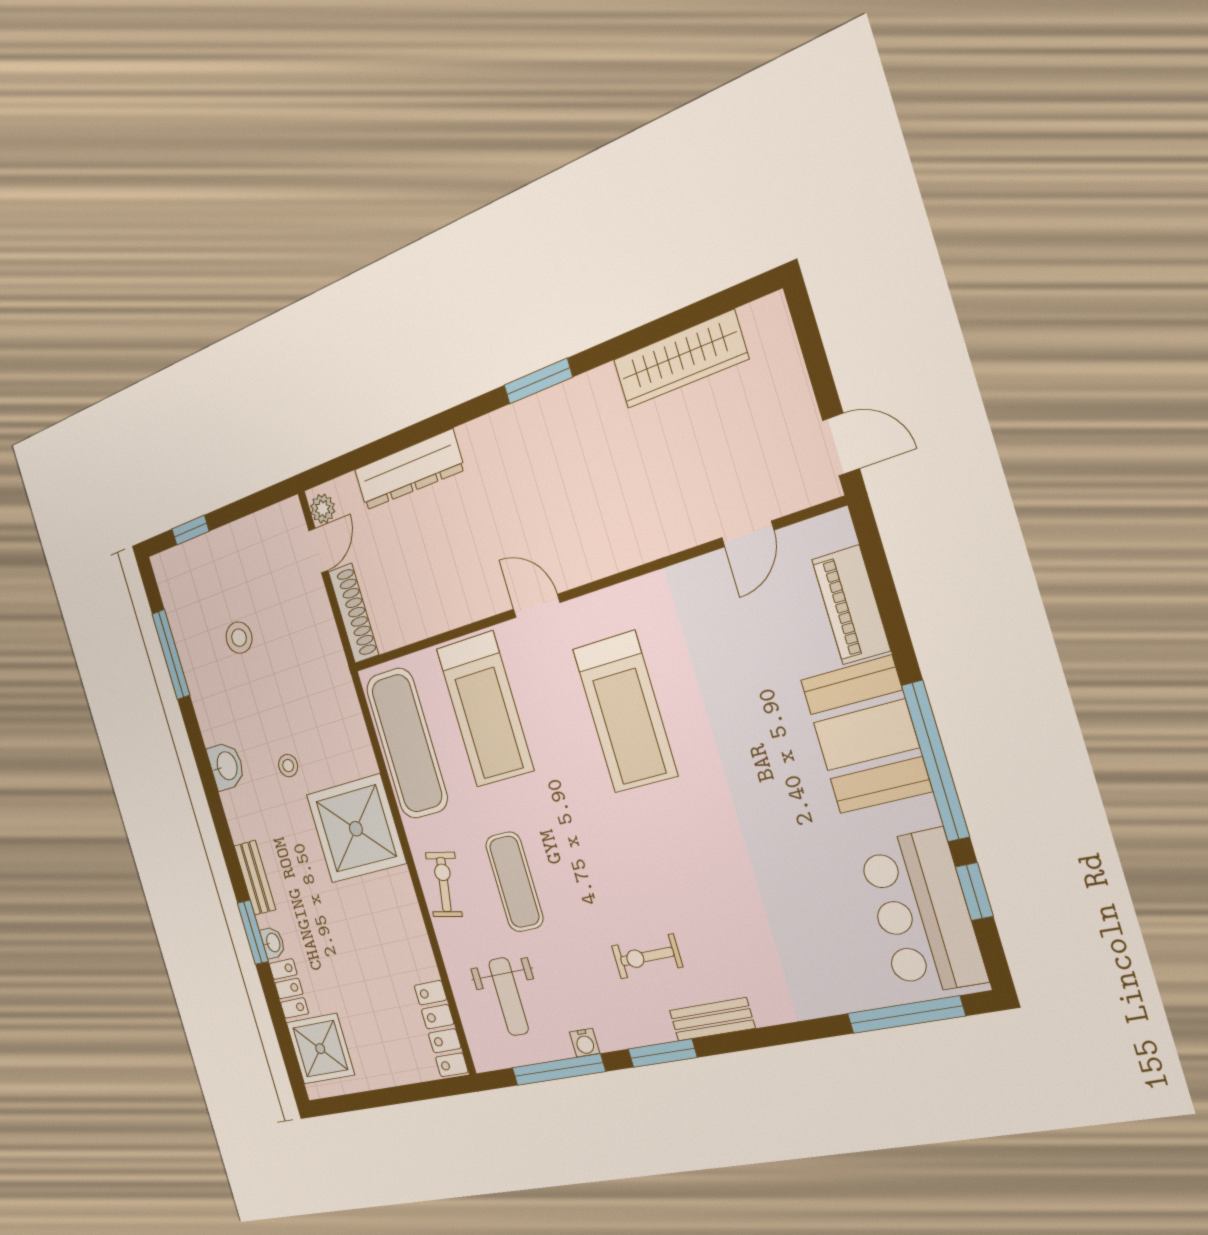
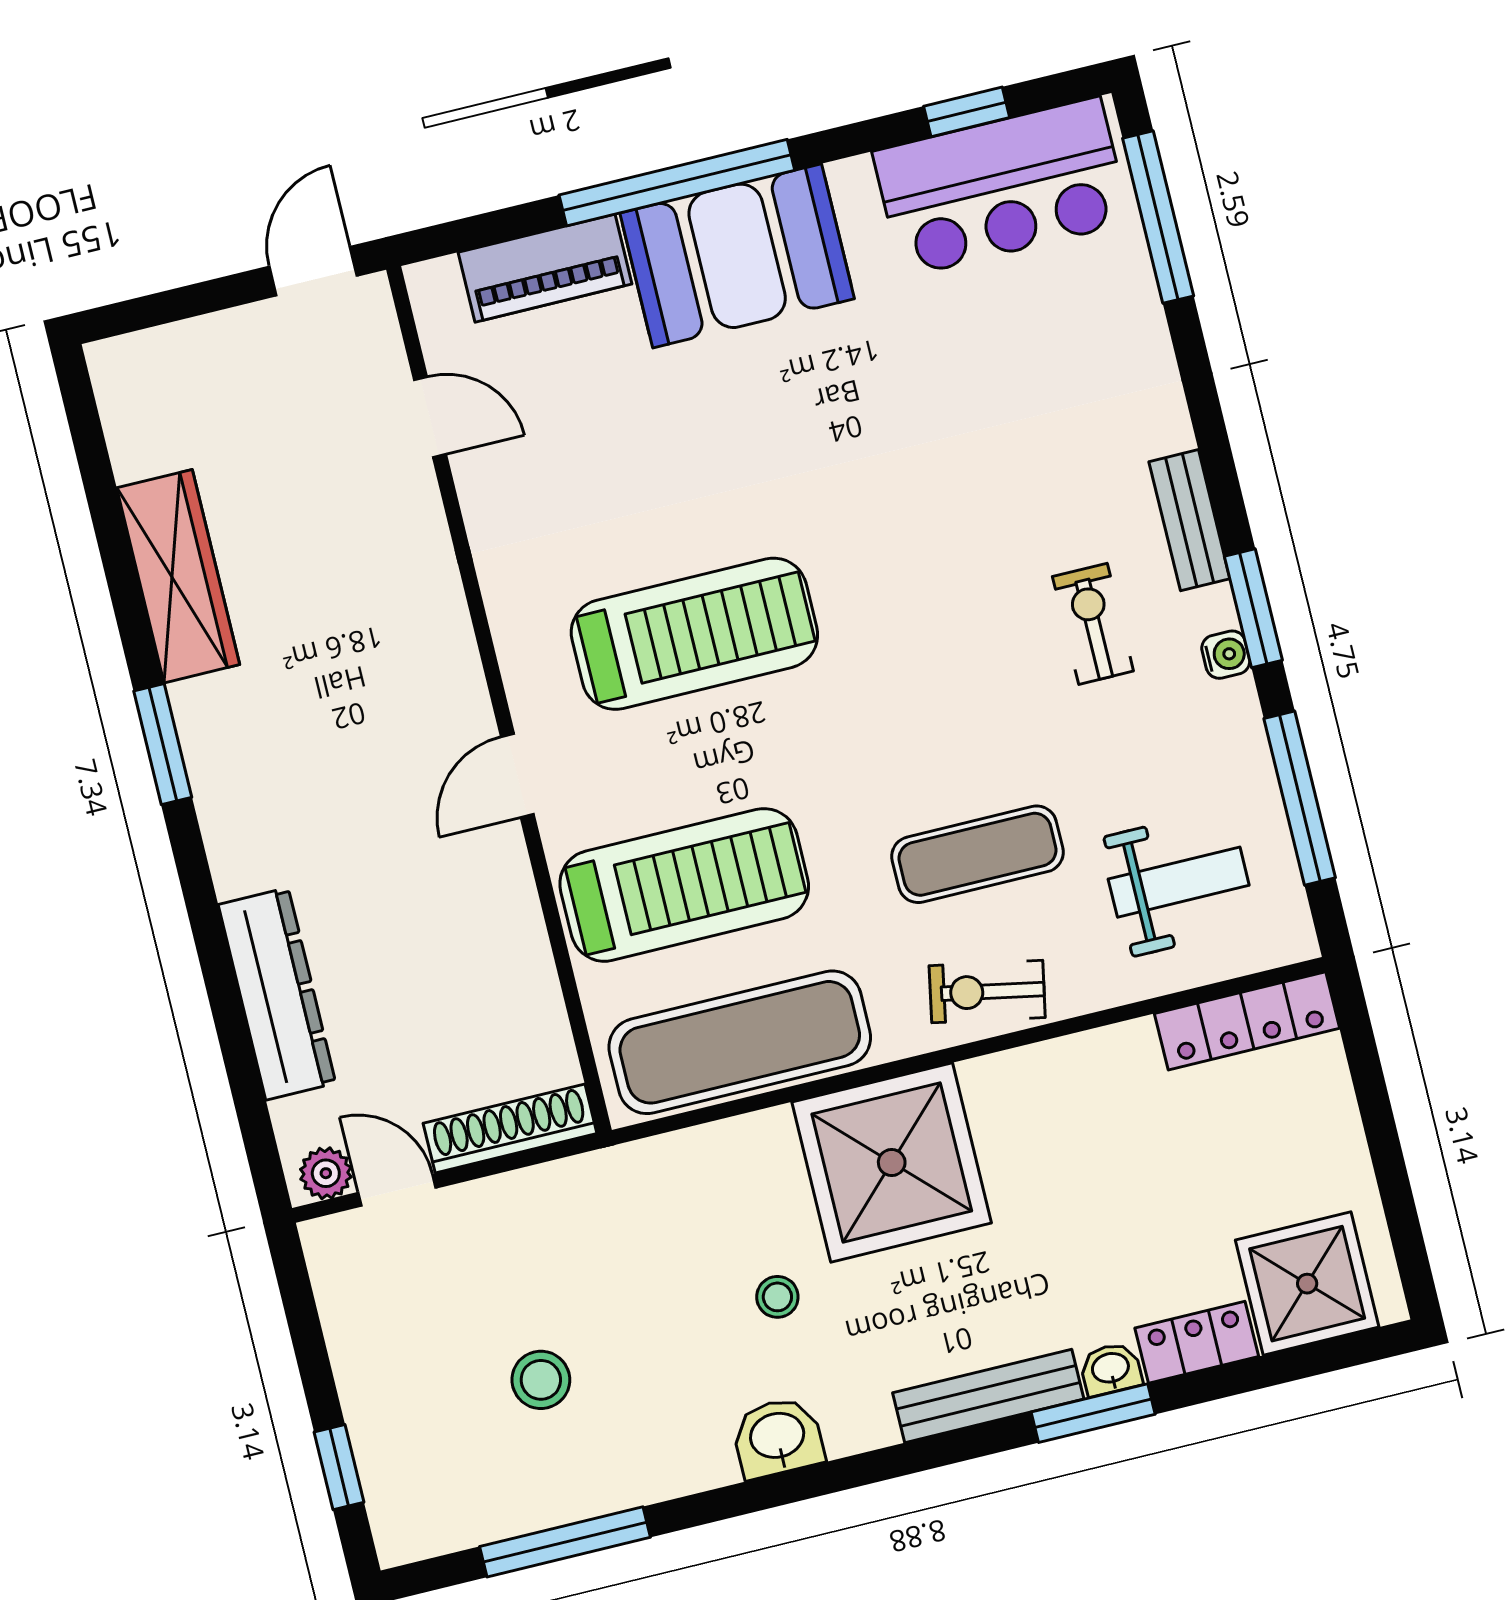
wardrobe: (680, 359) -> (178, 576), moved
window: (935, 761) -> (677, 183), moved
bench: (255, 878) -> (988, 1396), width x1.36
exercise bike: (647, 956) -> (1093, 624), turned 180
water cooler: (585, 1043) -> (1226, 655), moved

